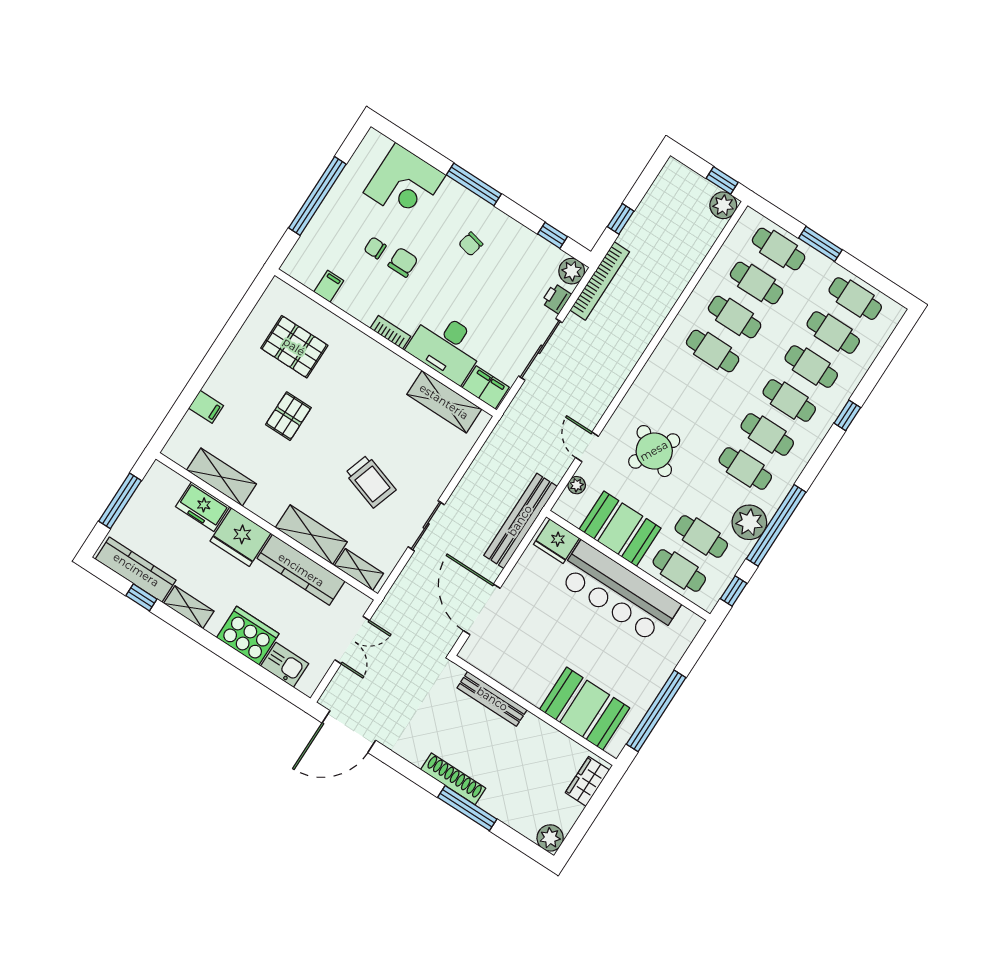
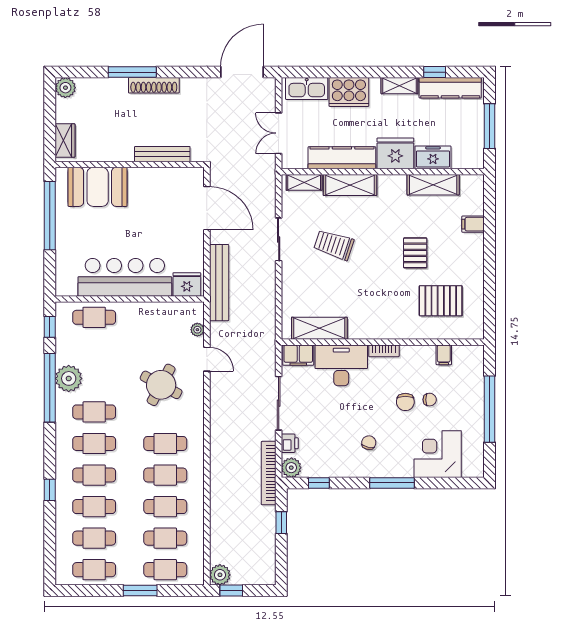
booth: (620, 529) -> (151, 320), removed
cafe table: (701, 537) -> (165, 443), moved
kitchen sink: (285, 665) -> (307, 89), width x1.38

